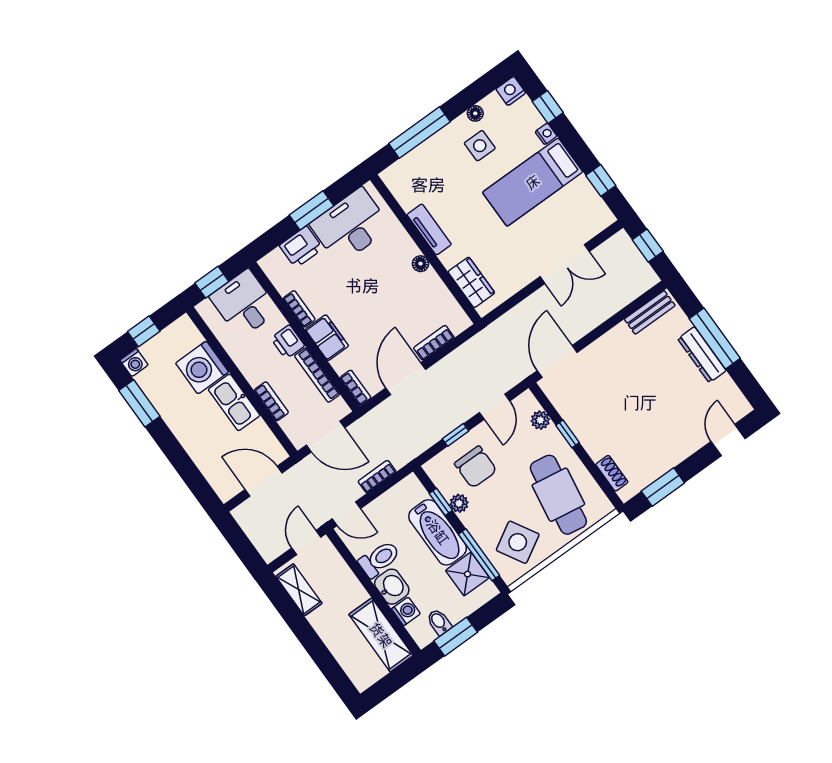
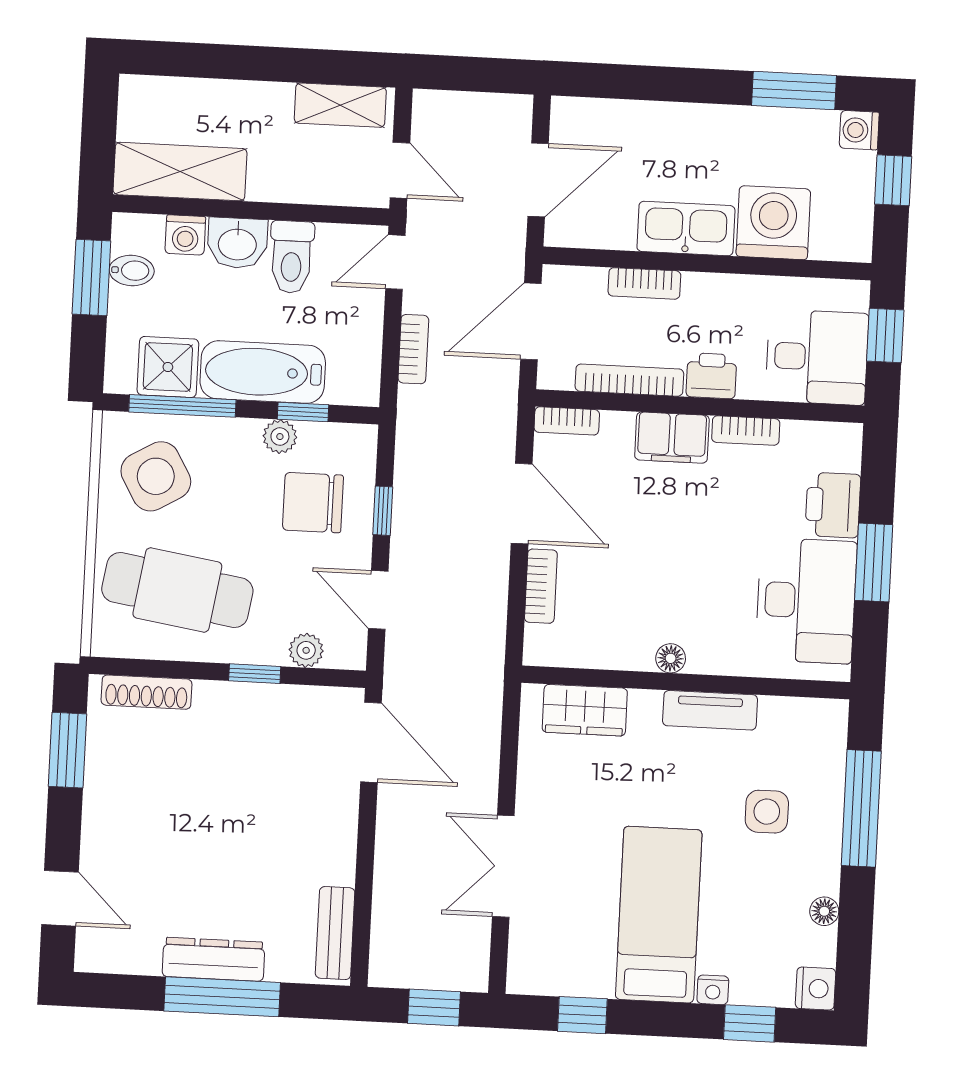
side table: (480, 146) -> (767, 812), moved
shoe rack: (612, 473) -> (147, 692), width x1.43

